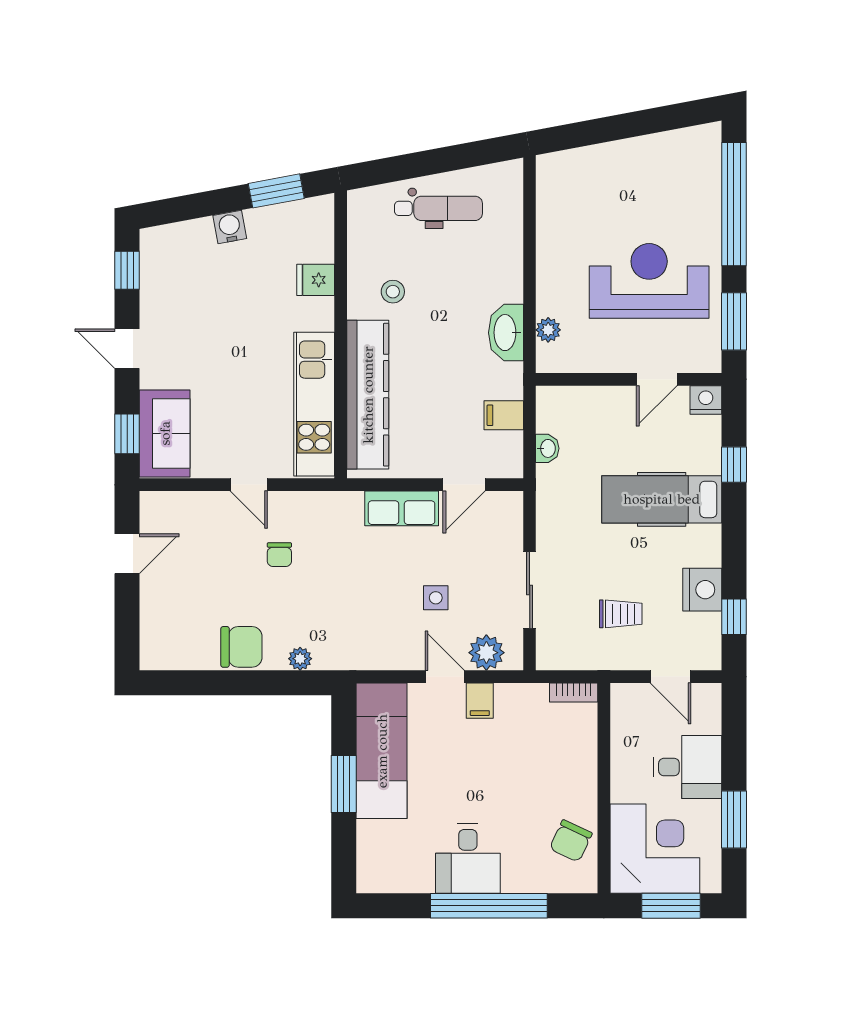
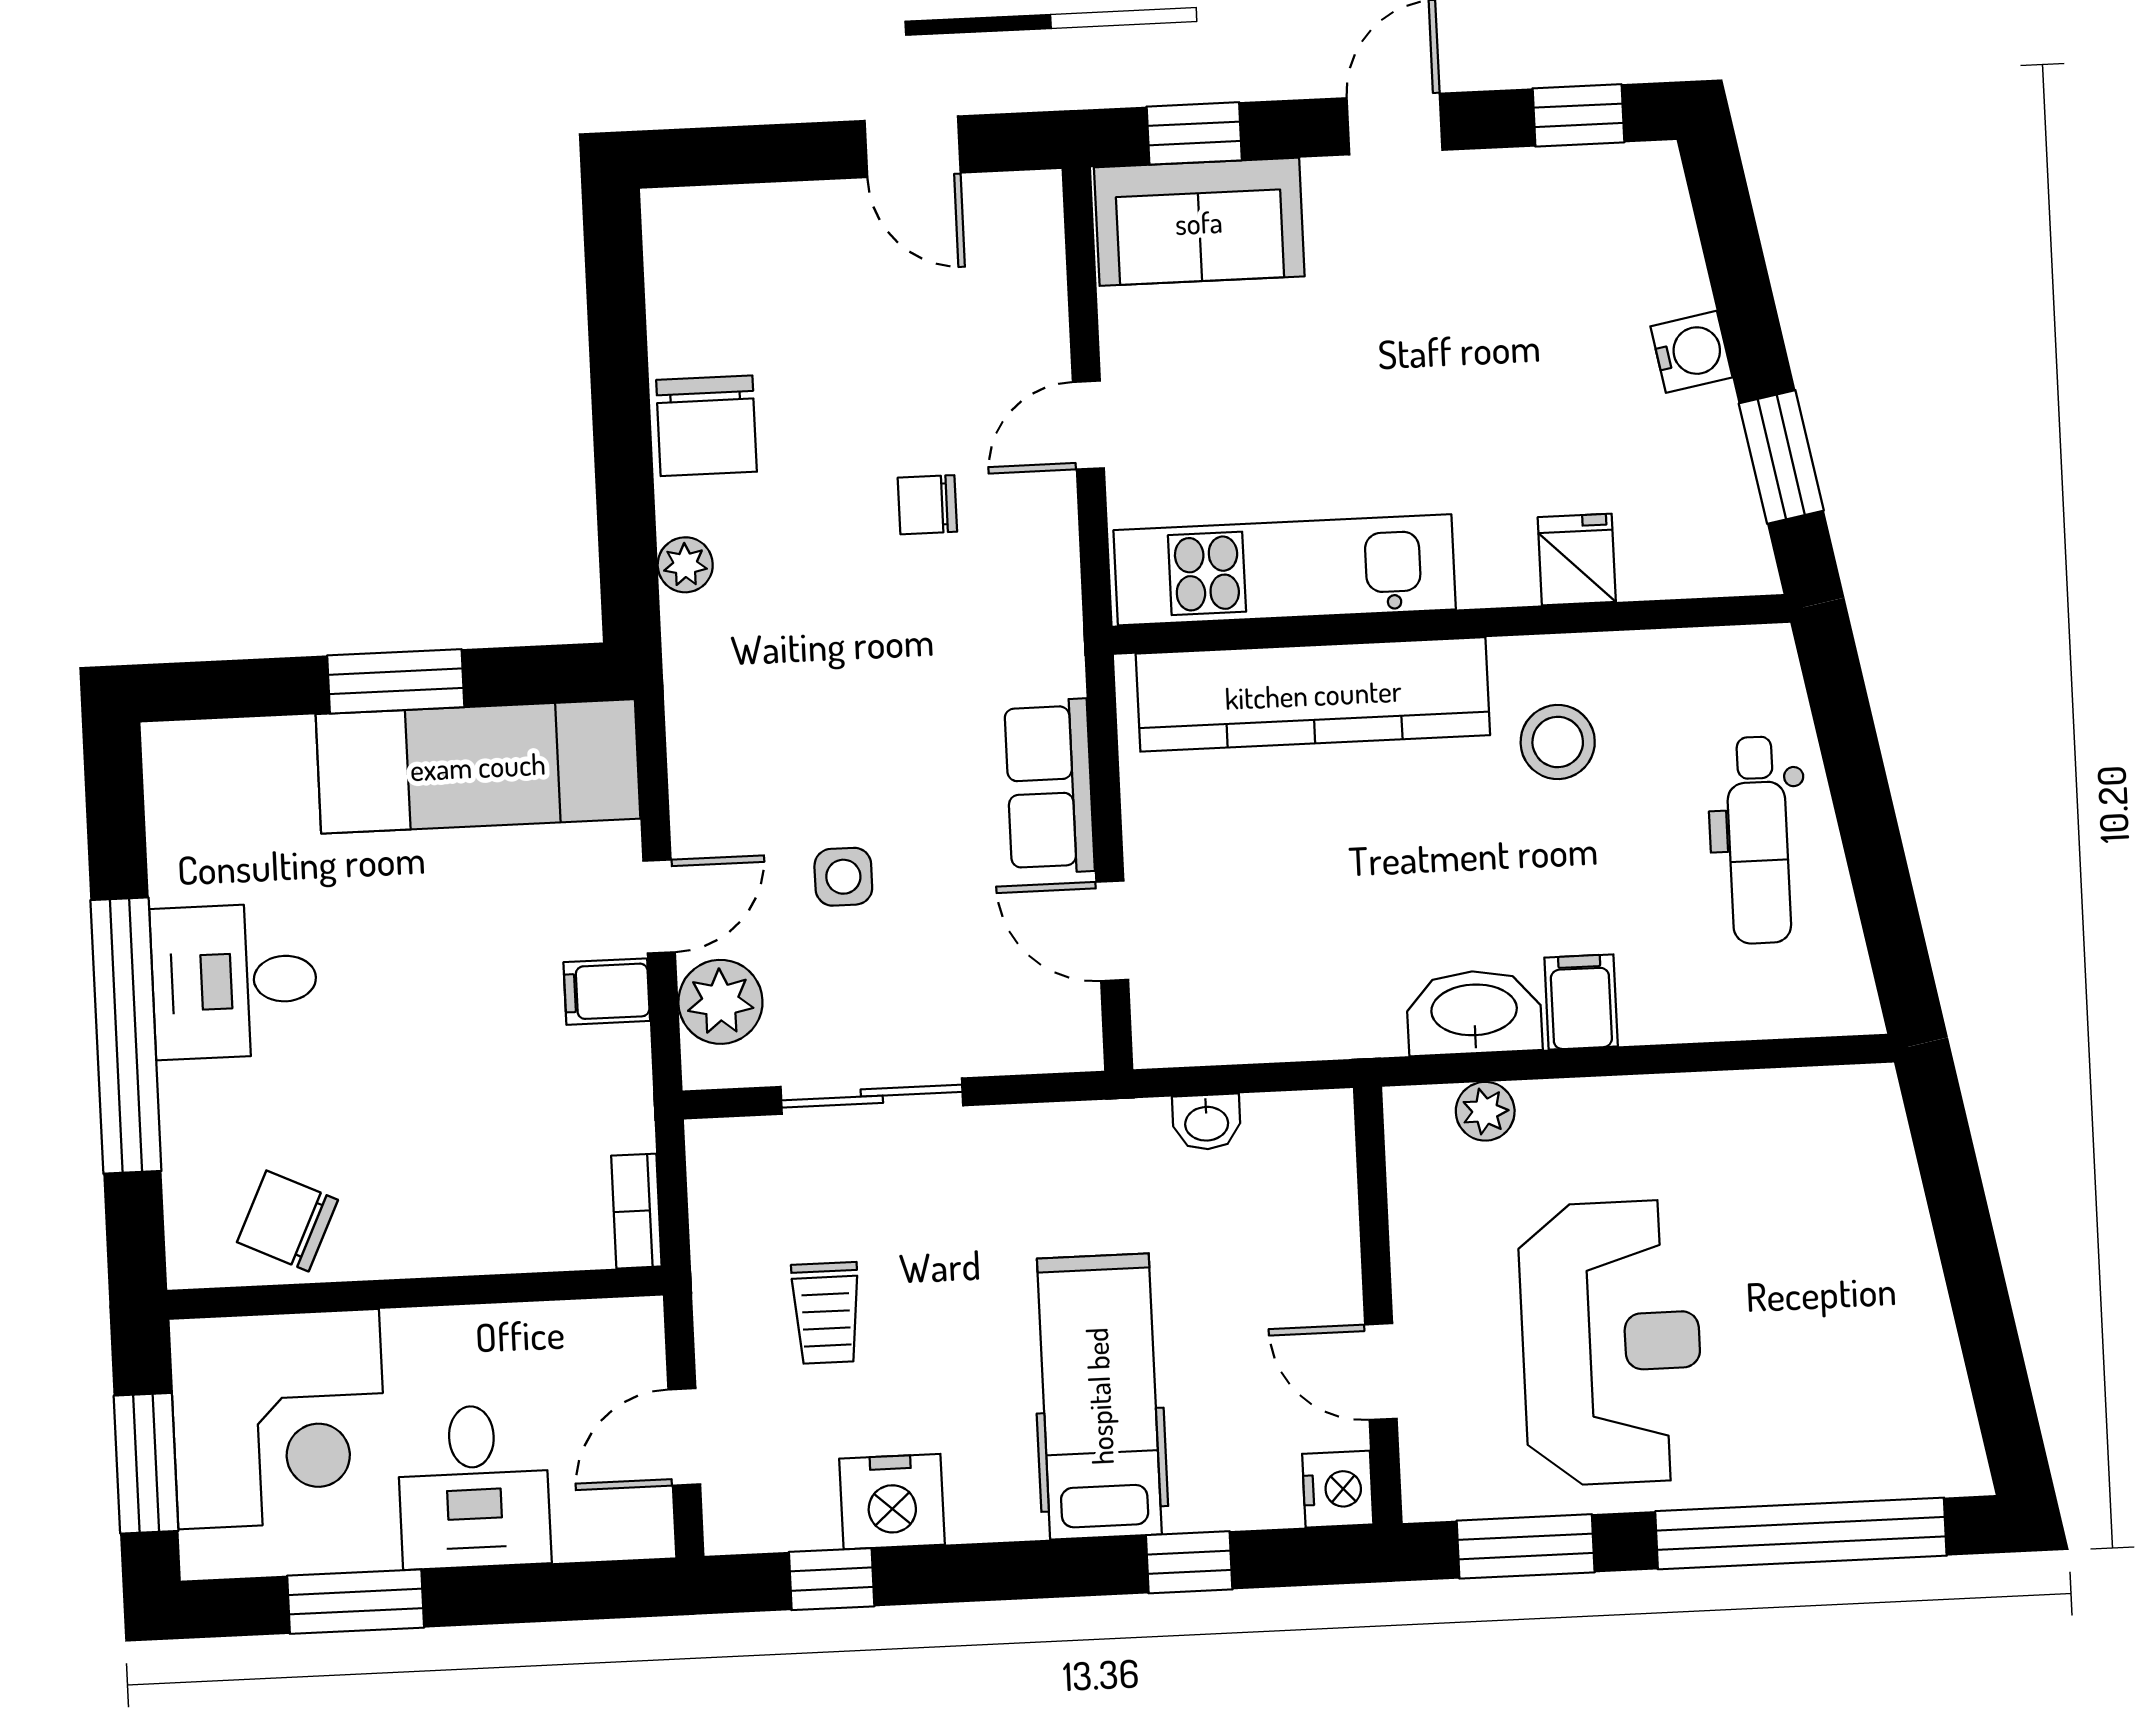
stool: (393, 292) -> (1558, 742), width x1.37, depth x1.37
filing cabinet: (504, 415) -> (1581, 1002), moved

